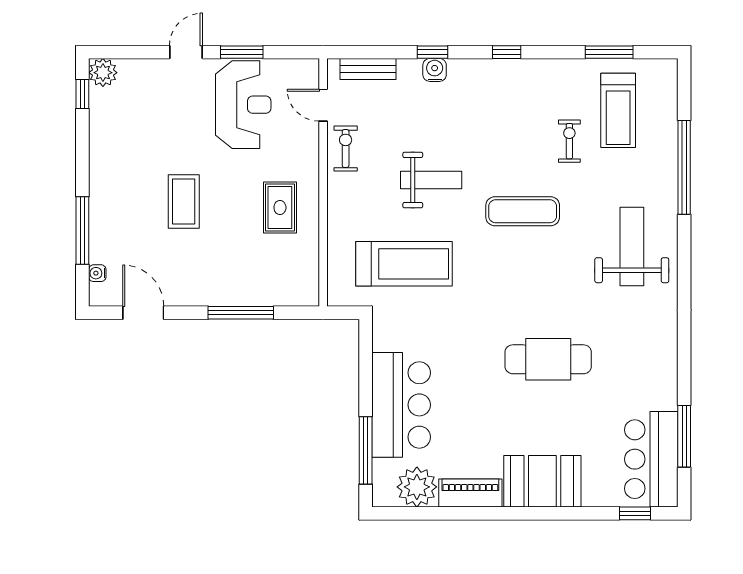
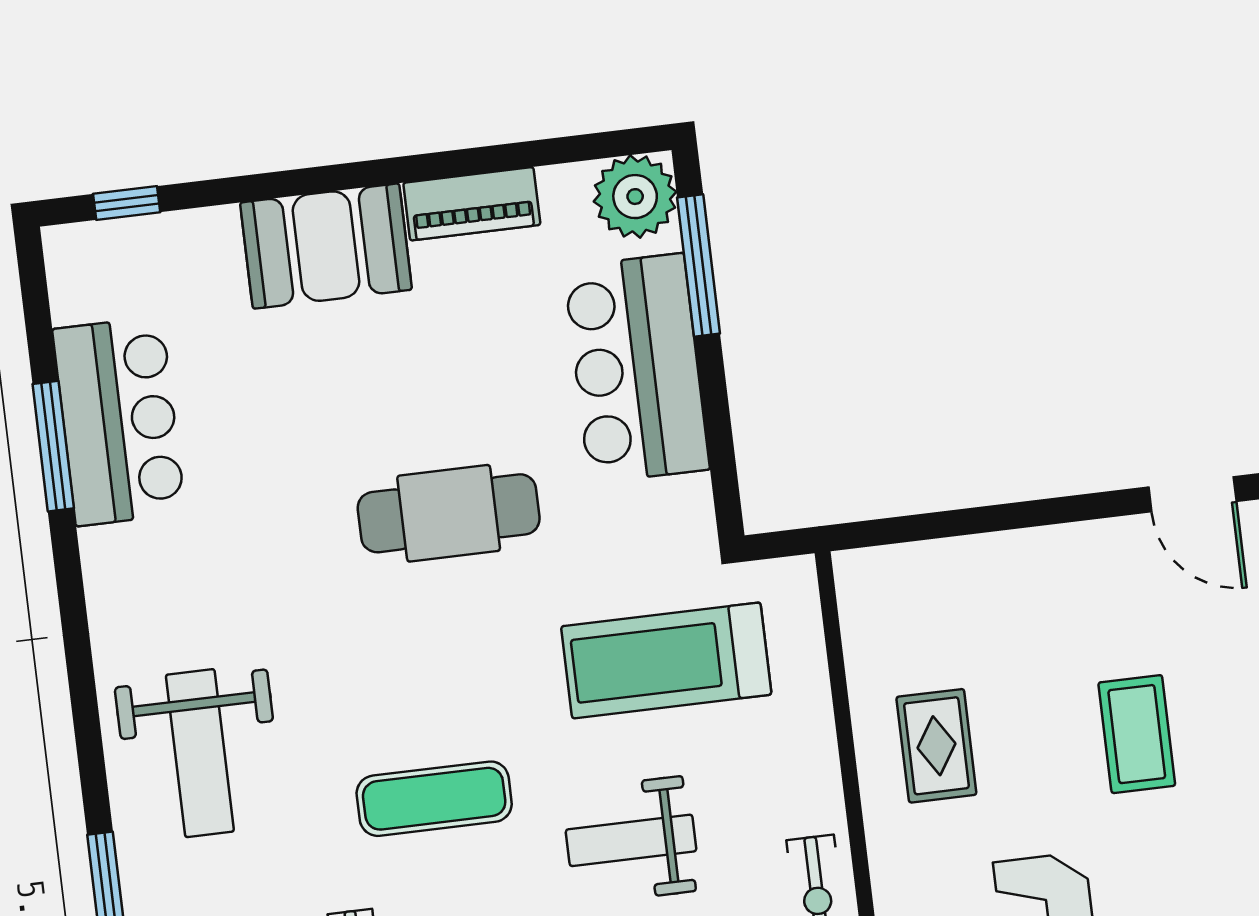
window: (241, 313) -> (991, 519), removed
cafe table: (548, 359) -> (449, 513), moved
window: (684, 436) -> (53, 446), moved
bar counter: (651, 459) -> (119, 421), moved
plant: (417, 487) -> (635, 197), moved

